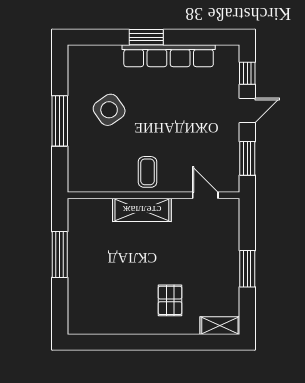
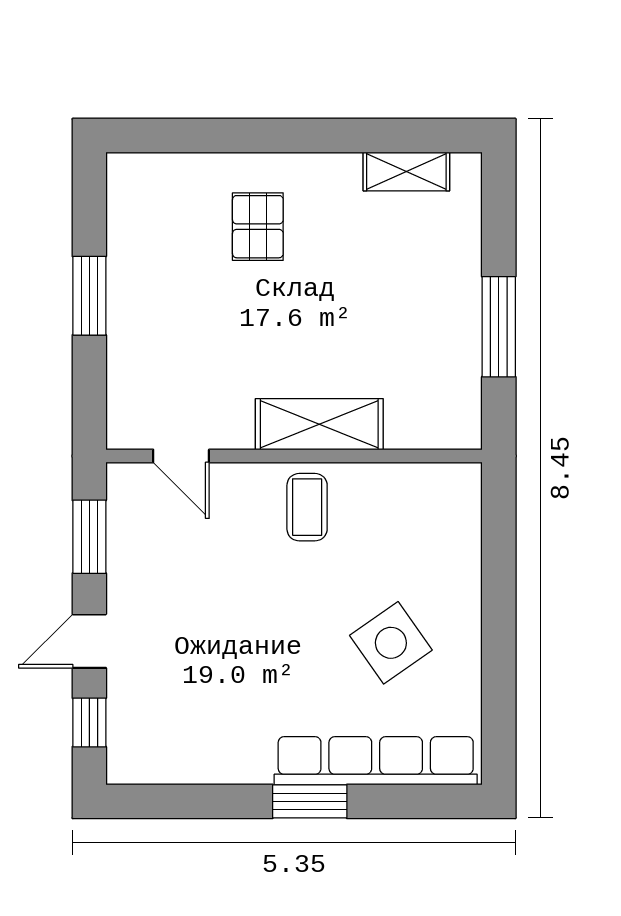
row of seats: (169, 56) -> (376, 761), moved
window: (60, 121) -> (499, 618), removed
shelving: (220, 326) -> (406, 171), moved

